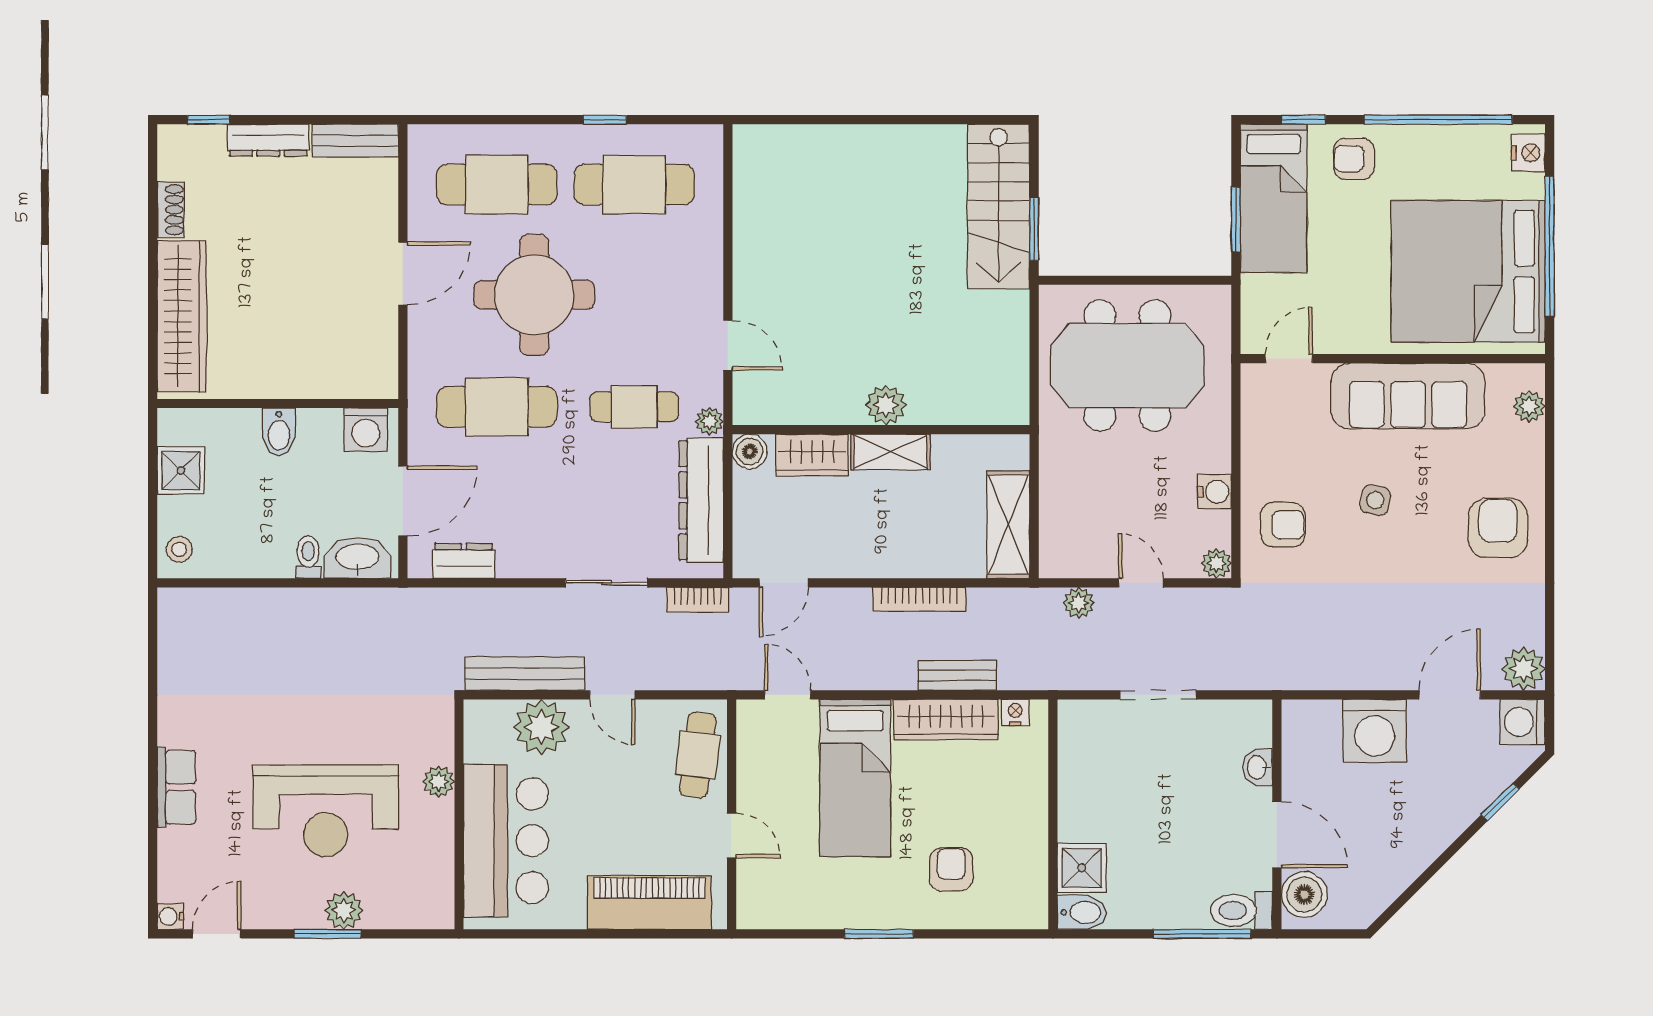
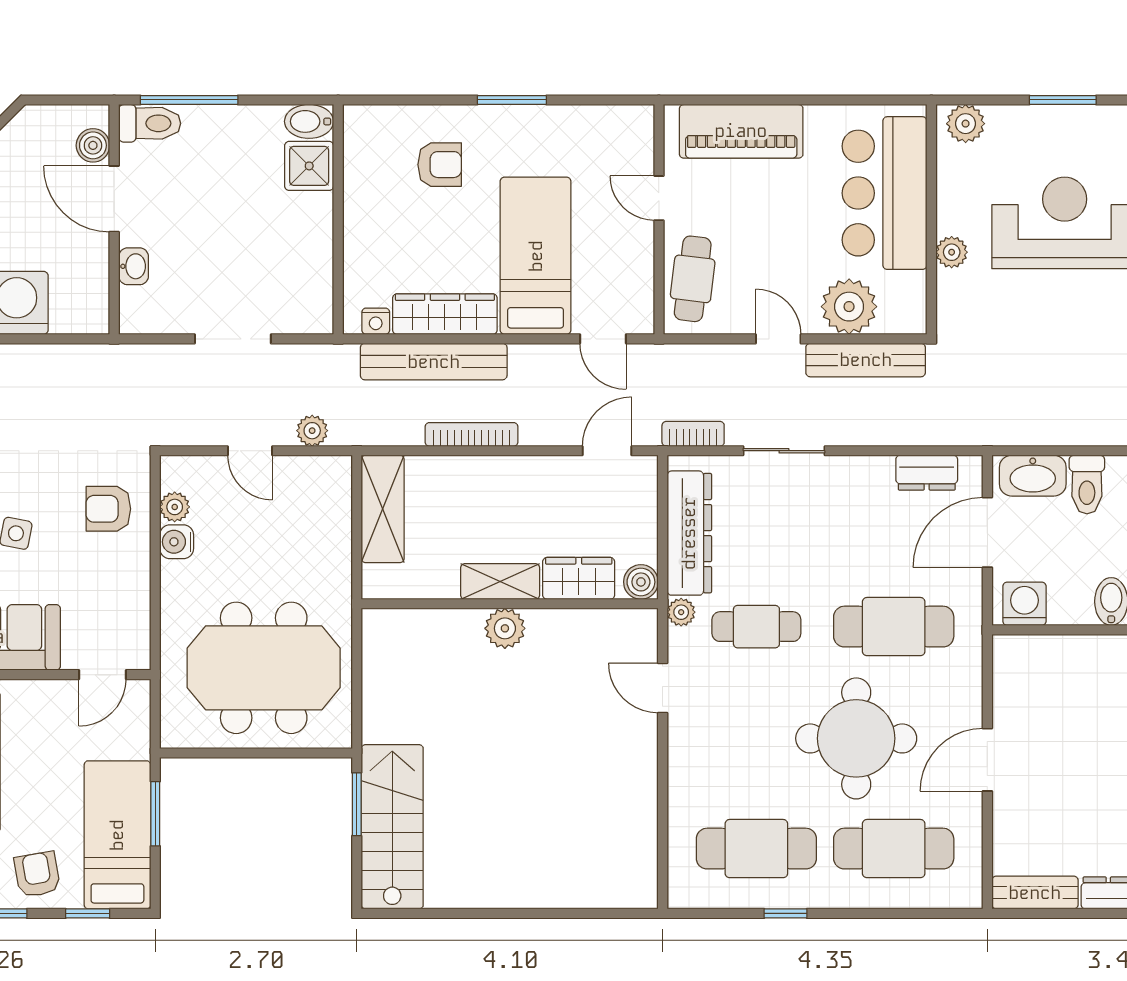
armchair: (1354, 159) -> (37, 874), turned -100
toilet: (308, 557) -> (1087, 485), width x1.37, depth x1.39
plant: (1216, 563) -> (175, 507), moved
bench: (957, 675) -> (434, 362), width x1.86, depth x1.21
armchair: (951, 869) -> (440, 165), turned -90
boiler: (1304, 895) -> (93, 145), width x0.73, depth x0.73
plant: (344, 910) -> (966, 124), moved

